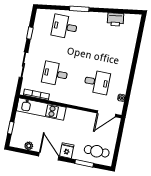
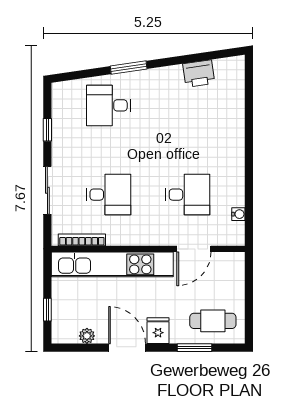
desk: (55, 74) -> (109, 195), turned 180
kitchen unit: (41, 109) -> (112, 264), width x1.36
door: (106, 114) -> (194, 249), moved

